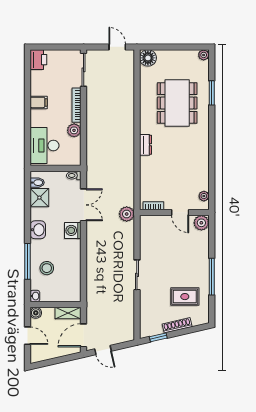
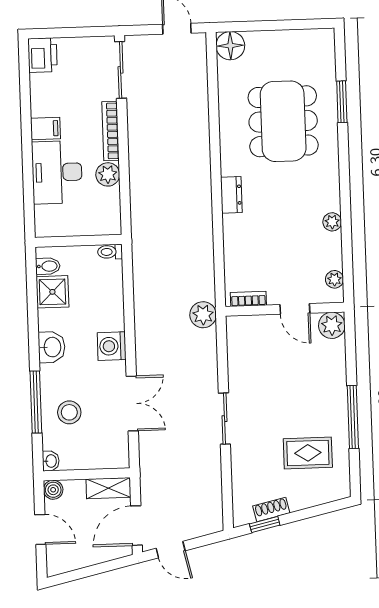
plant: (204, 55) -> (332, 222), moved
desk: (45, 146) -> (57, 172), moved
double door: (84, 205) -> (132, 404), moved
shoe rack: (177, 325) -> (271, 509), moved, width x0.70

